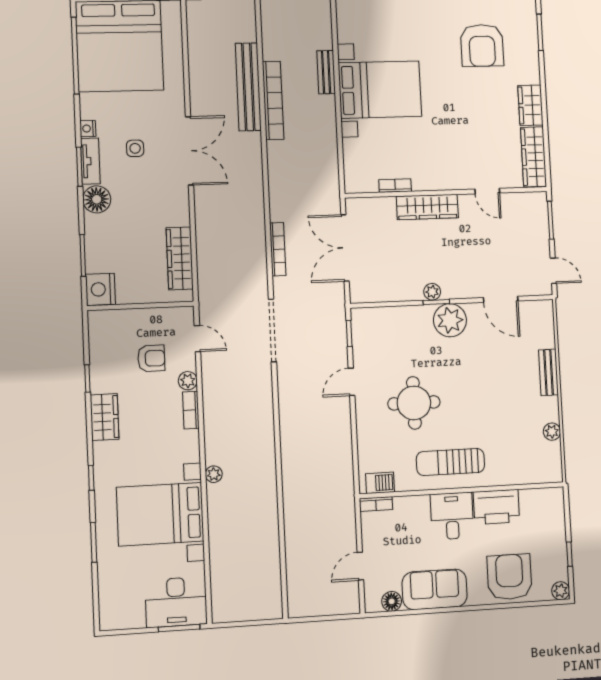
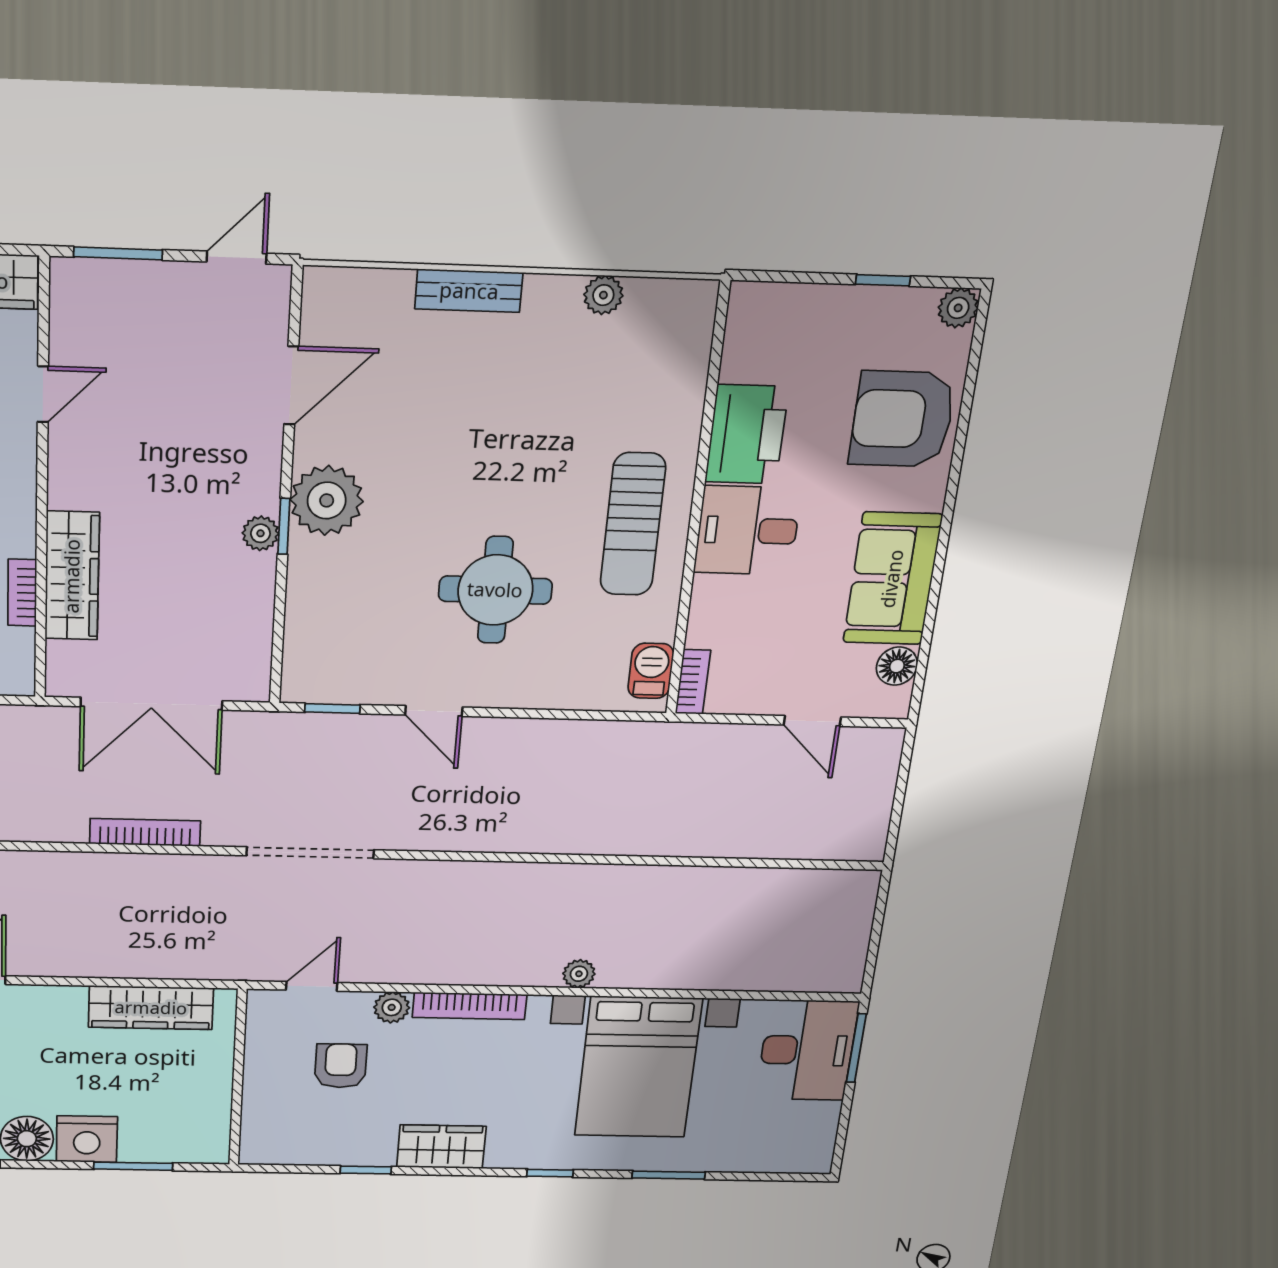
wardrobe: (427, 207) -> (72, 576), moved
nightstand: (101, 289) -> (87, 1139), moved
bookcase: (191, 410) -> (470, 1006), width x1.56

